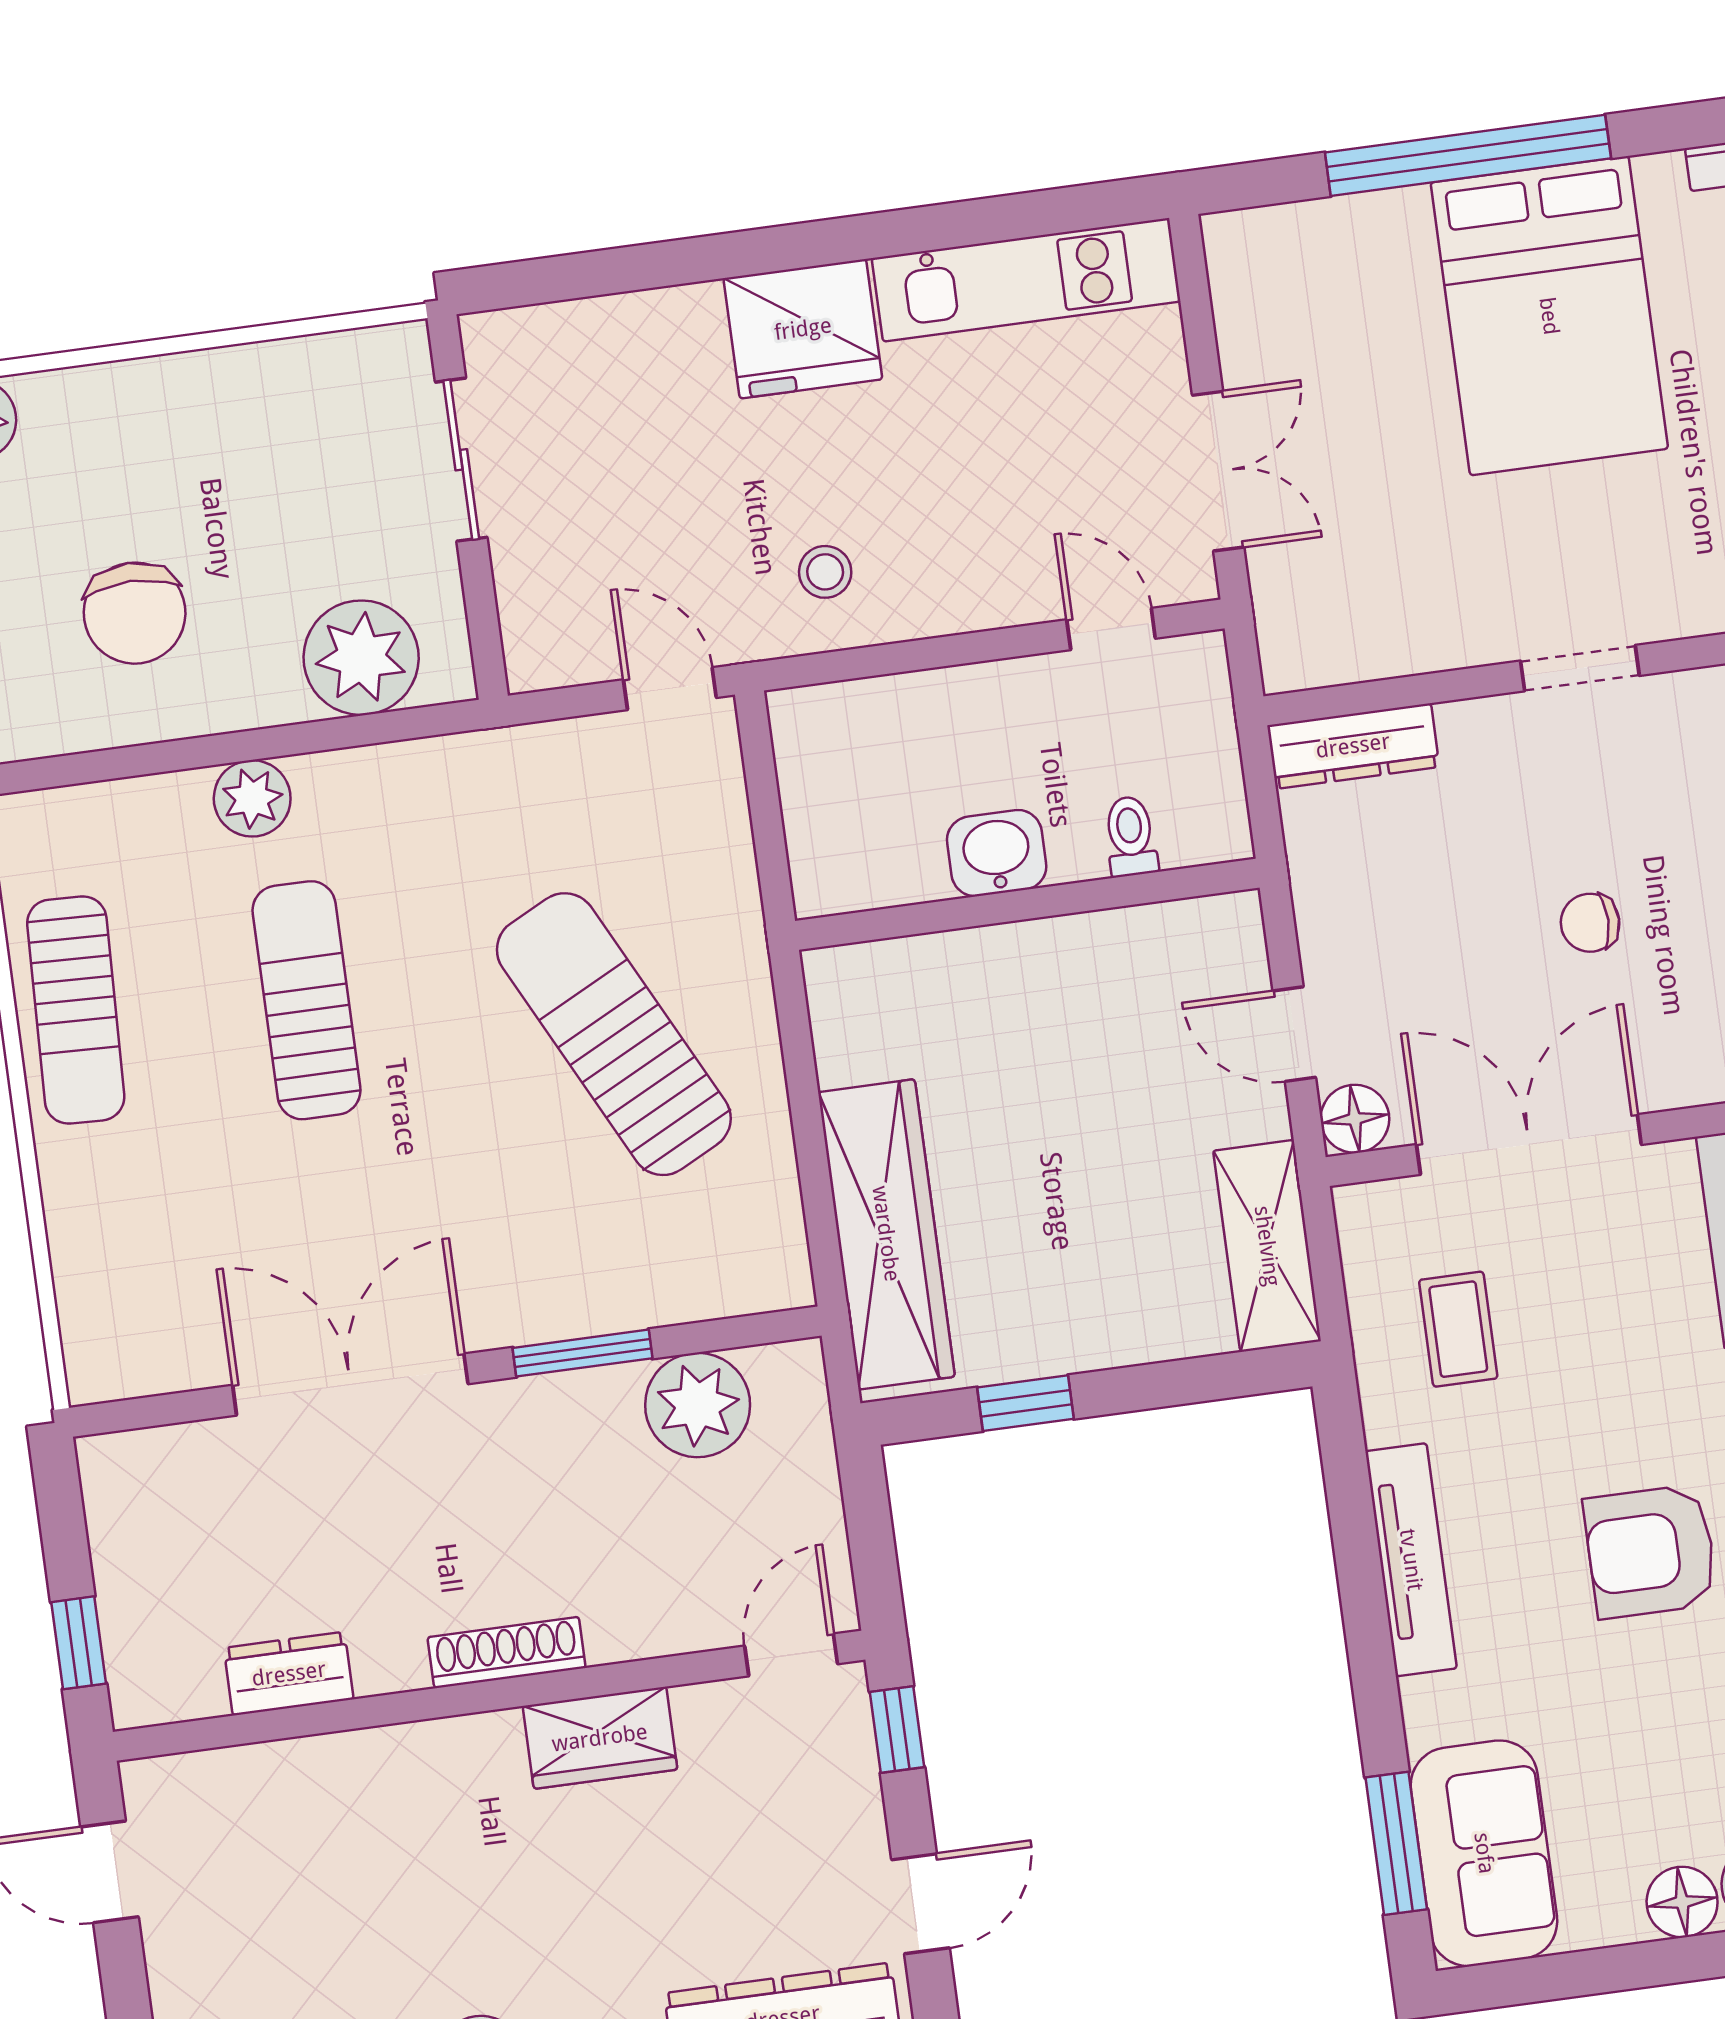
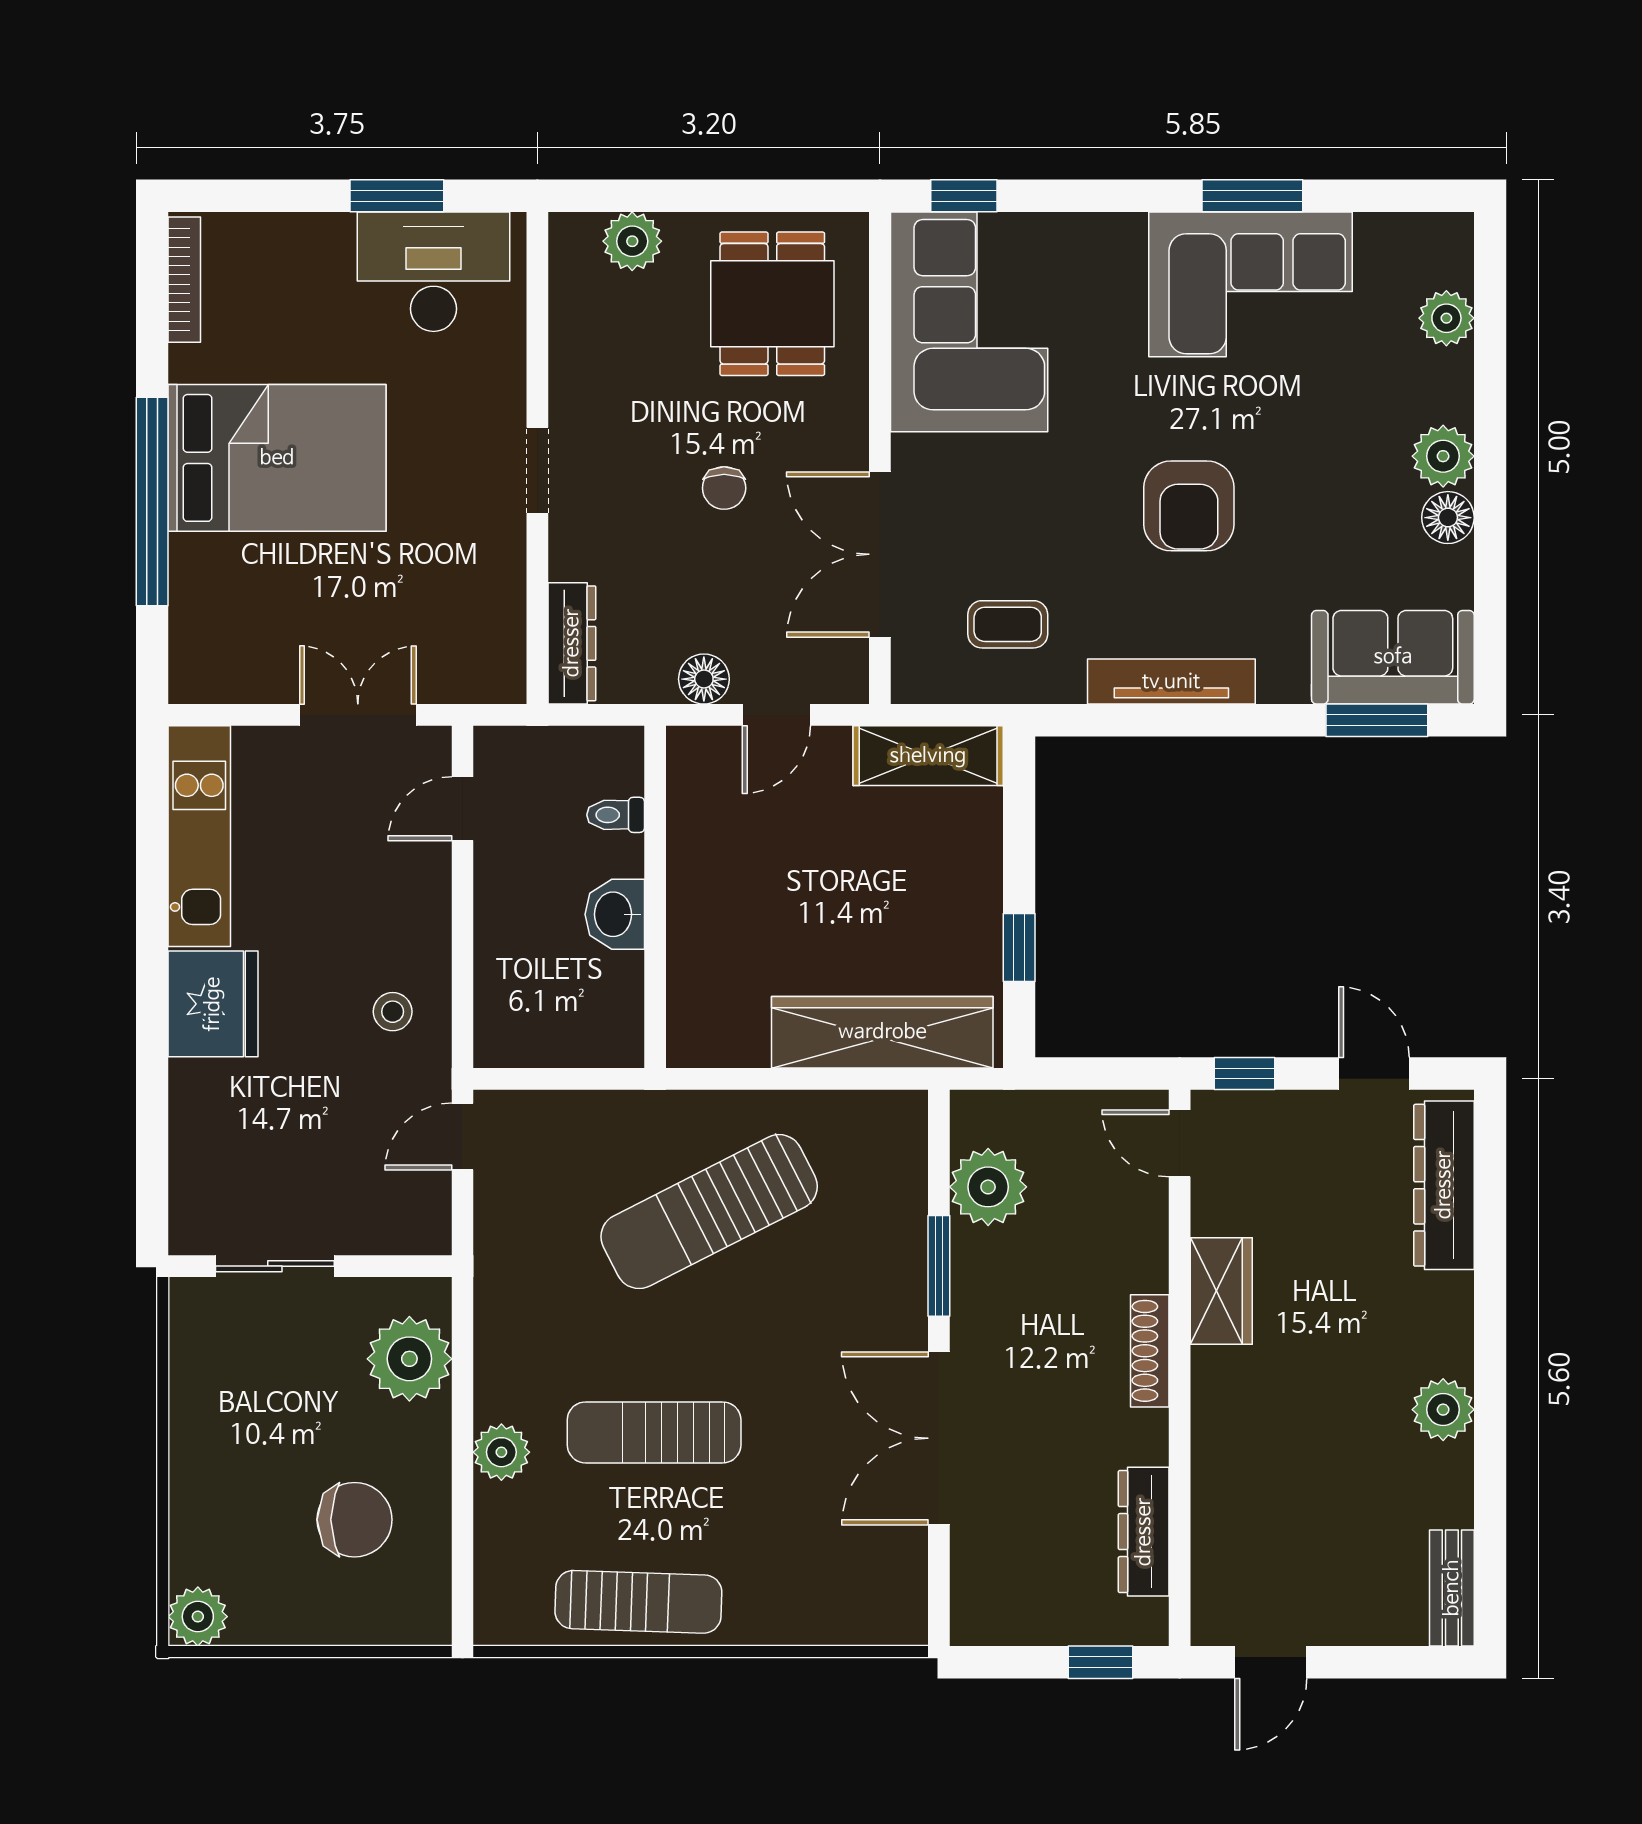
floor lamp: (1355, 1119) -> (704, 679), moved
dresser: (289, 1674) -> (1144, 1532), width x1.44

